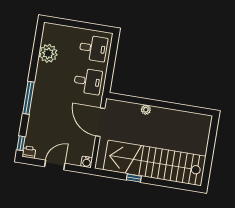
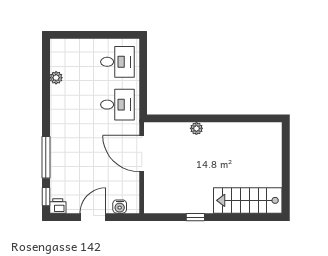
plant: (48, 53) -> (56, 78), width x0.53, depth x0.53
window: (28, 98) -> (46, 157), moved
water cooler: (87, 162) -> (120, 207), moved
stairs: (155, 163) -> (248, 200), width x0.54, depth x0.66

